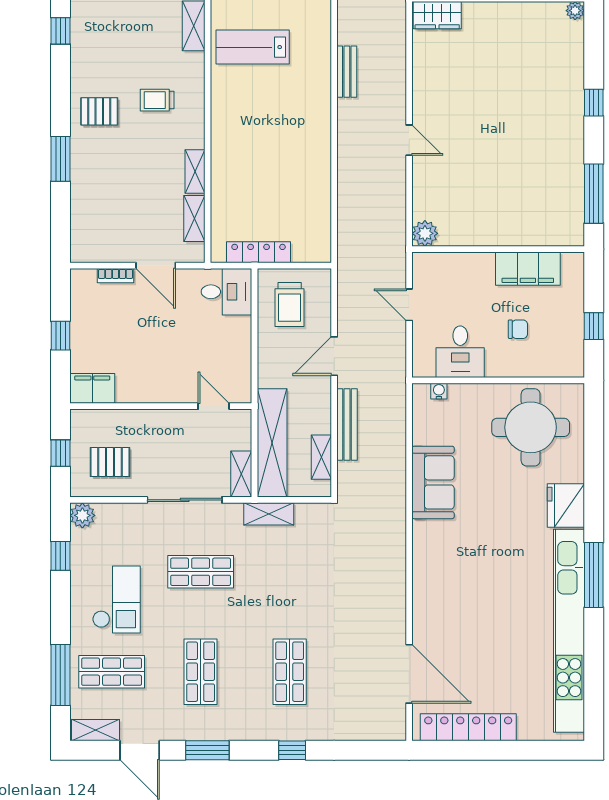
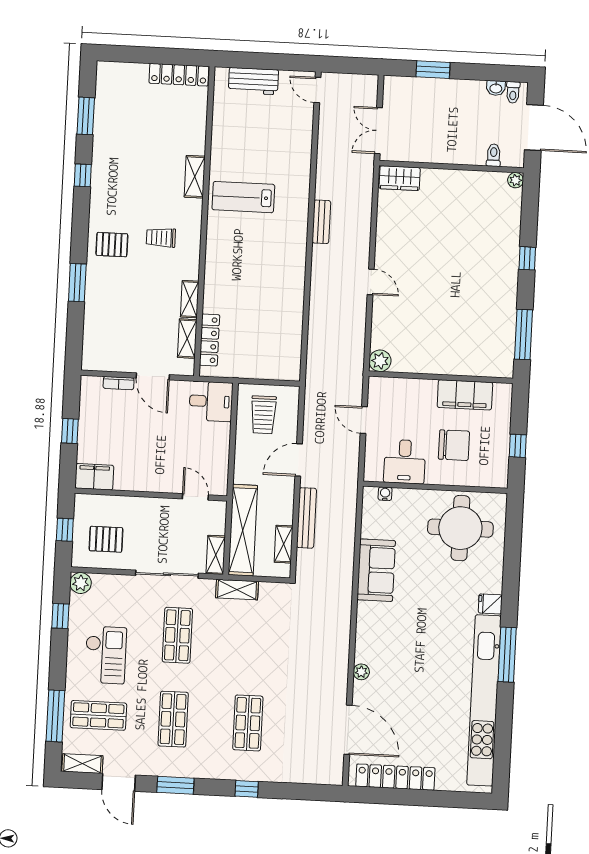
locker: (259, 252) -> (209, 340), moved, turned 90
chair: (518, 329) -> (454, 445), width x1.87, depth x1.87
fridge: (566, 506) -> (490, 604), width x0.53, depth x0.75
shop shelf: (201, 572) -> (177, 635), turned 90
plant: (421, 604) -> (361, 672), added

